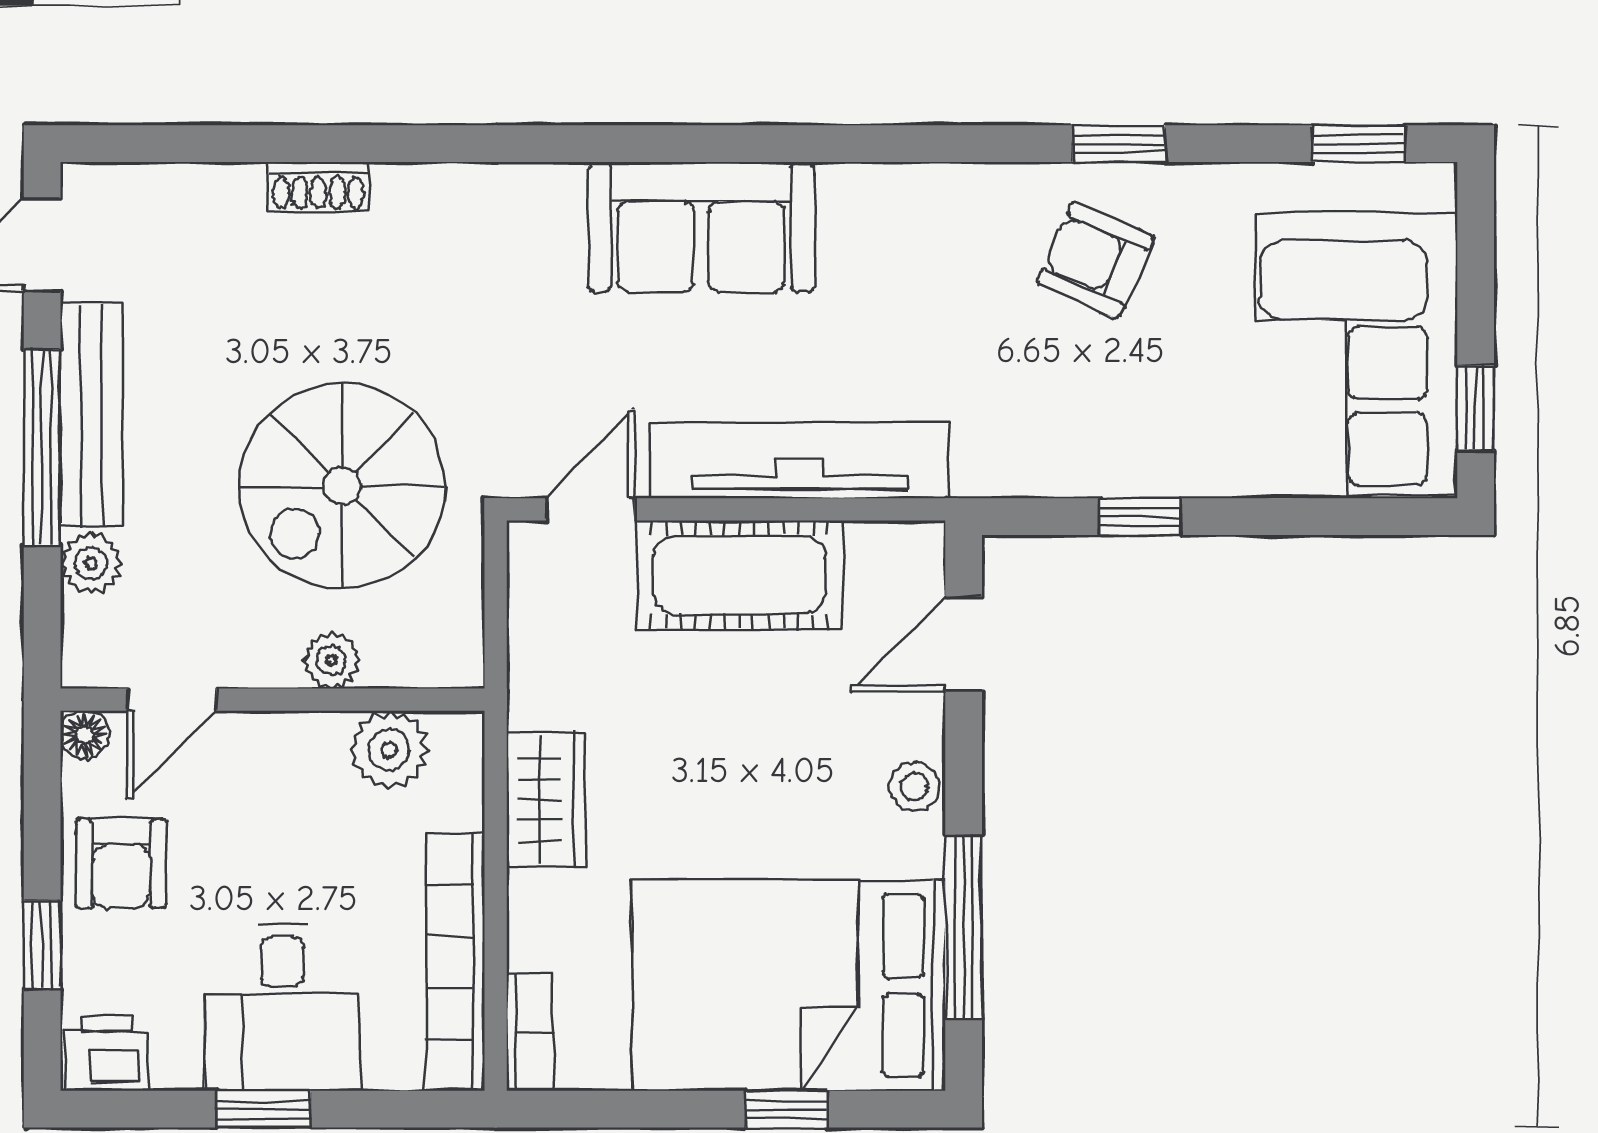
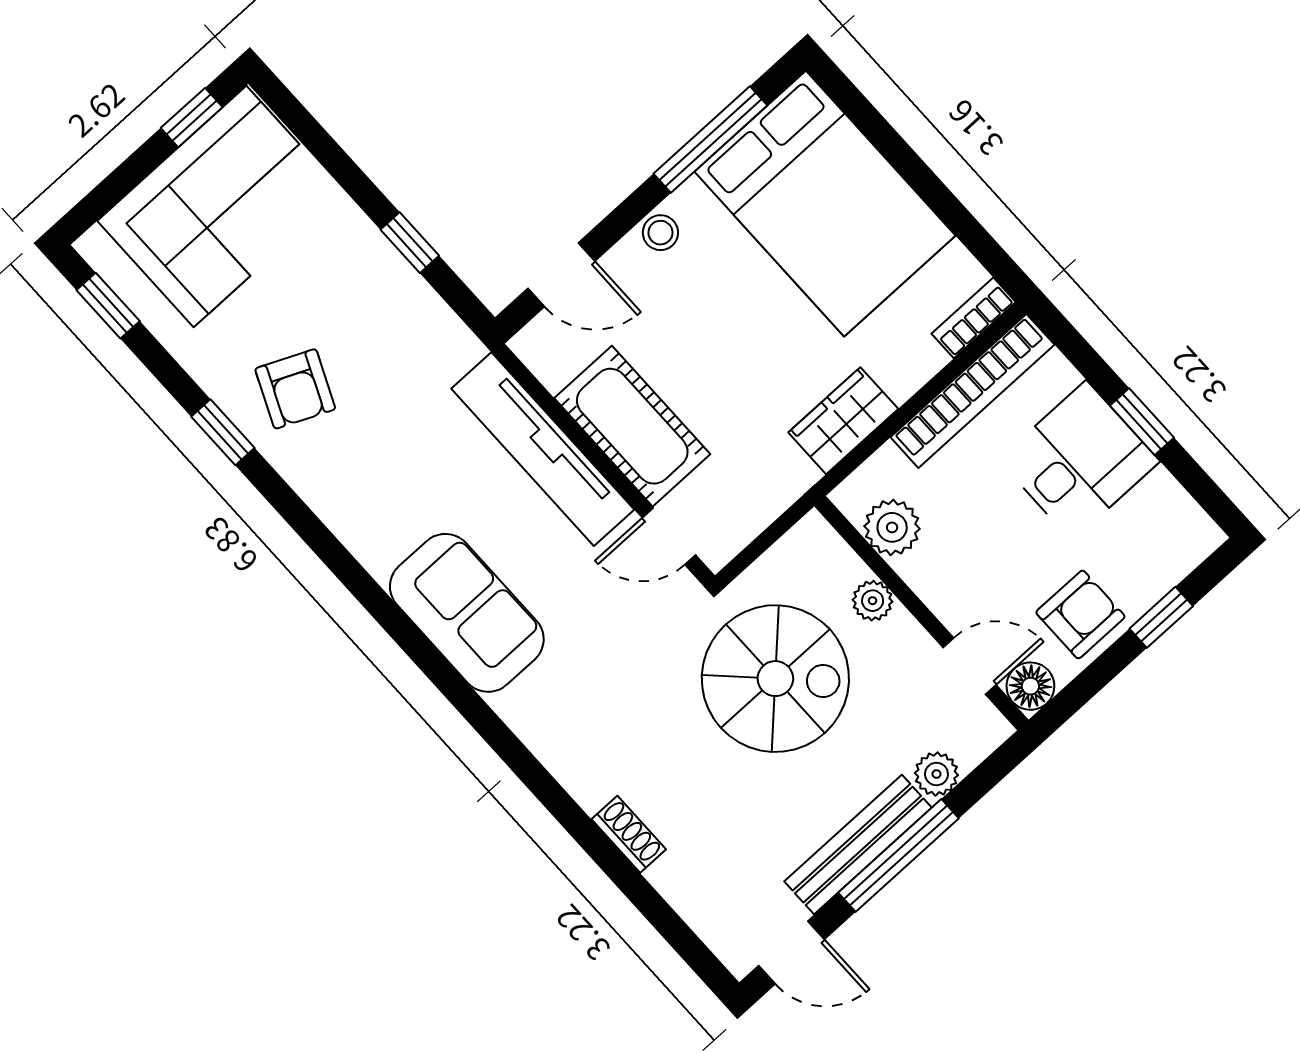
floor lamp: (85, 735) -> (1030, 686), width x1.37, depth x1.37
printer: (106, 1053) -> (1188, 531), removed
window: (786, 1109) -> (892, 146), removed

